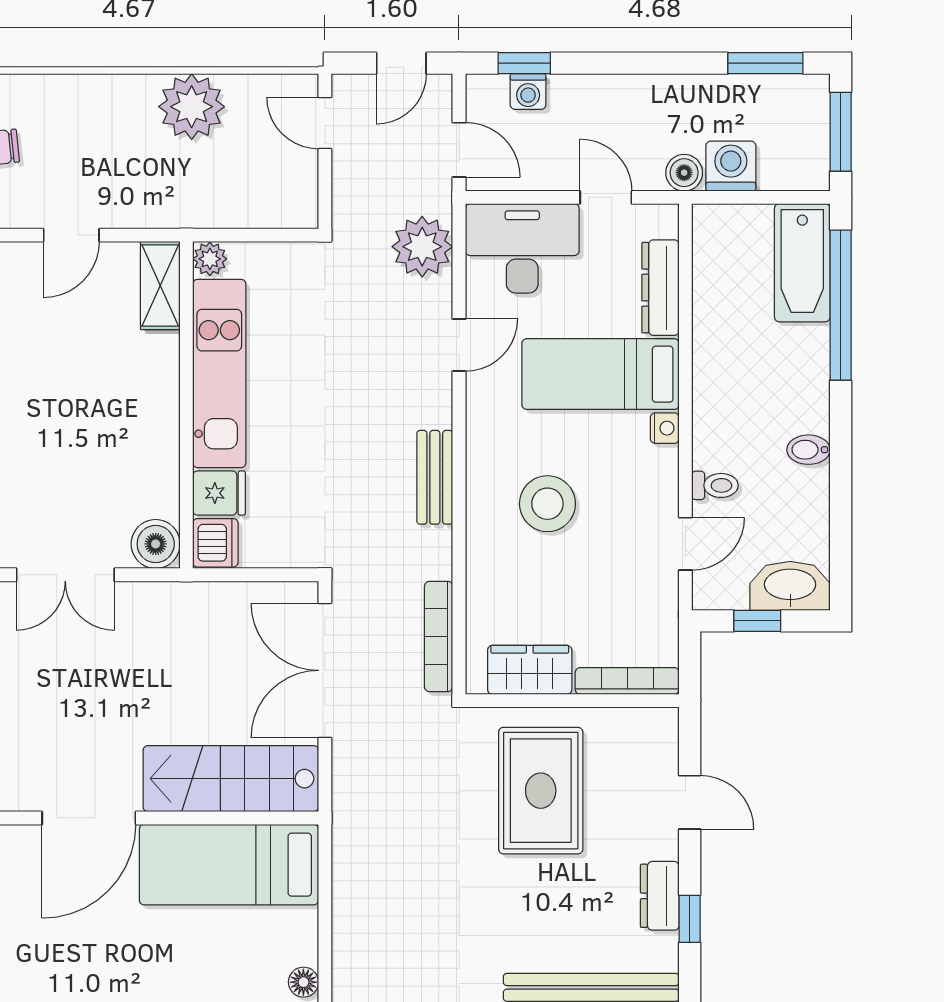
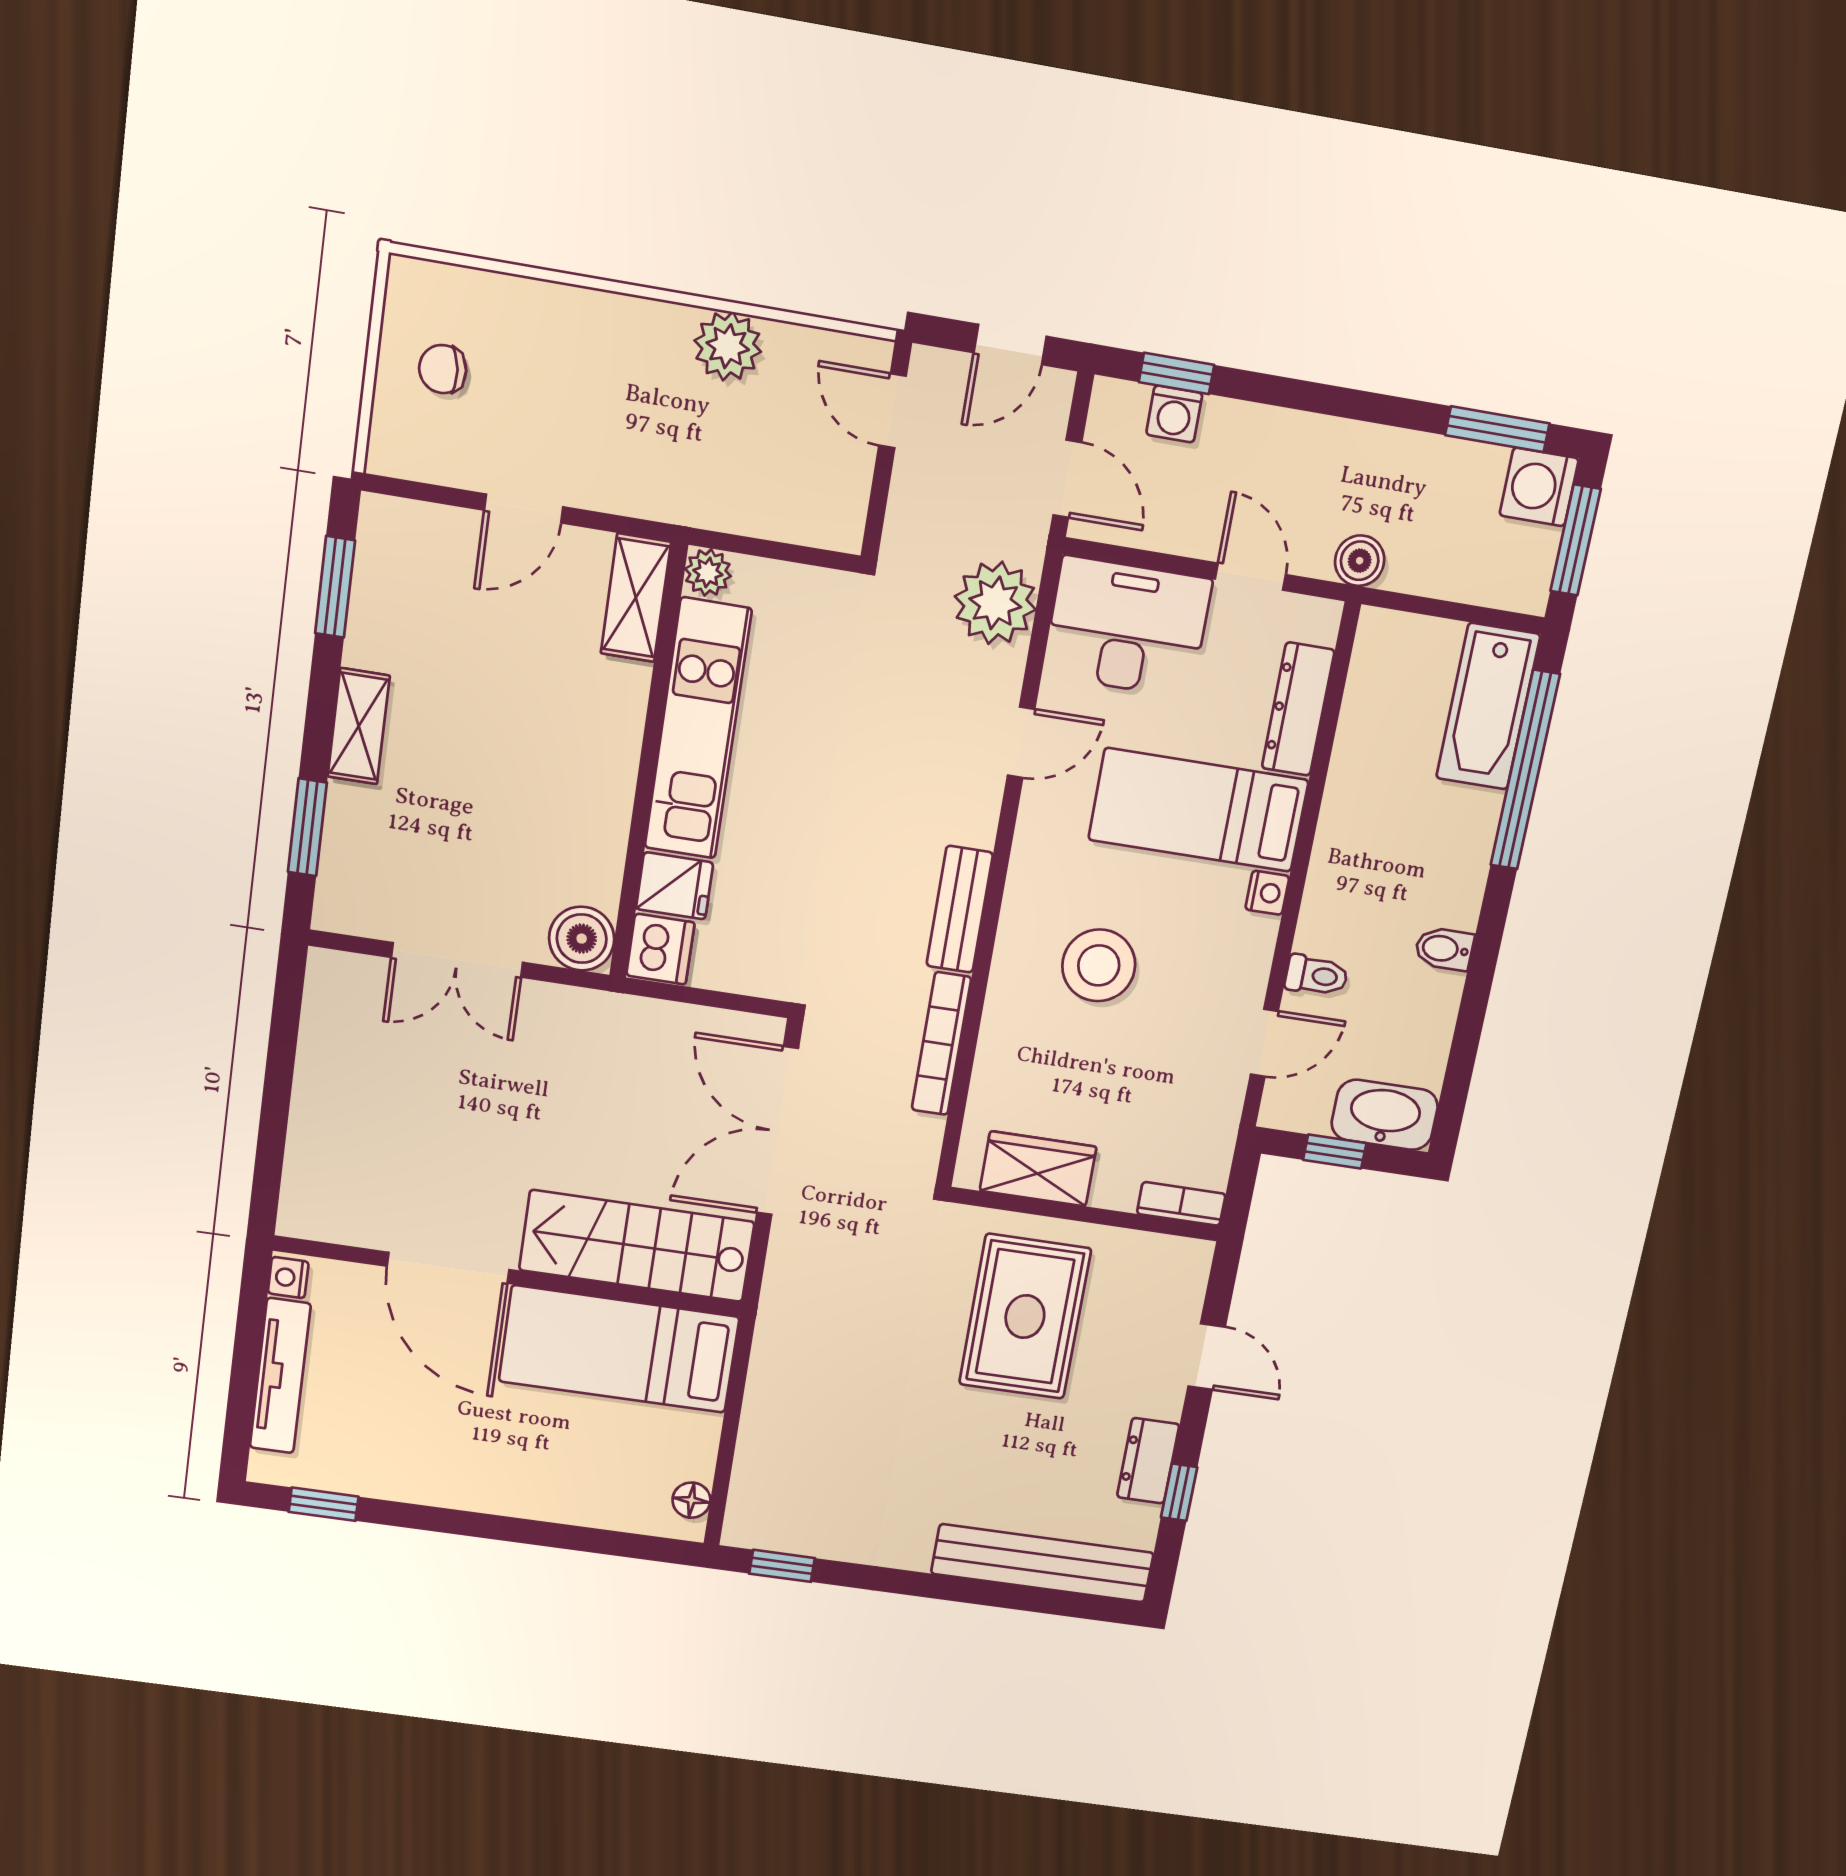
plant: (192, 107) -> (728, 346), width x0.73, depth x0.73
washing machine: (731, 166) -> (1539, 487), moved, turned -90
bookcase: (439, 636) -> (941, 1044), moved
bookcase: (627, 681) -> (1181, 1204), width x0.64
door: (89, 818) -> (448, 1268), hinge flipped

